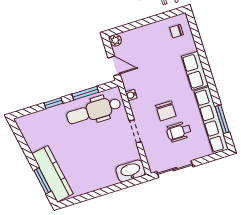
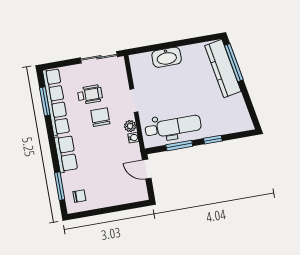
window: (197, 38) -> (60, 186), added
plant: (115, 40) -> (130, 126), moved
washbasin: (131, 171) -> (167, 57), moved
window: (43, 181) -> (234, 63), width x1.44

